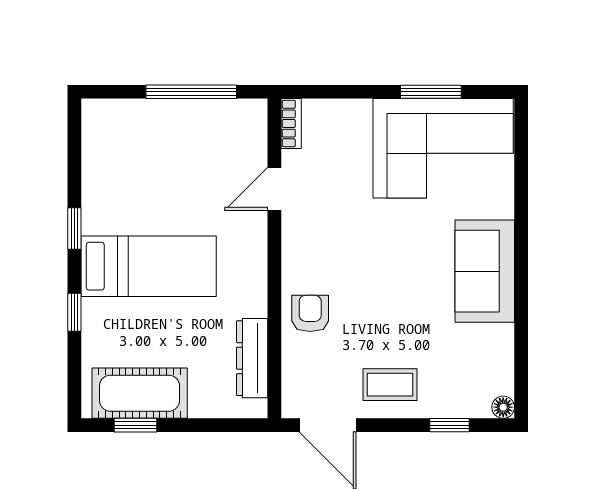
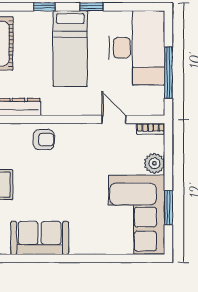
plant: (352, 117) -> (154, 163), added
desk: (147, 148) -> (137, 48), added
sofa: (485, 271) -> (40, 238), moved

